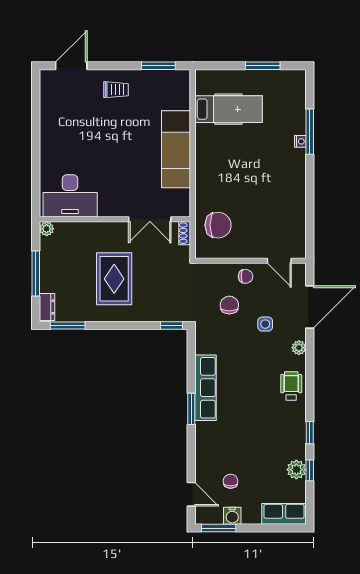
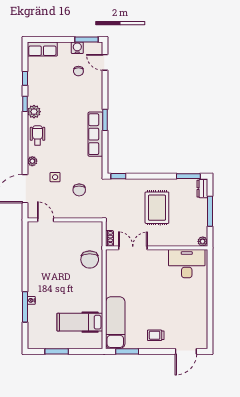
exam couch: (176, 149) -> (115, 323), moved
chair: (218, 225) -> (90, 260), moved, turned -90
chair: (246, 276) -> (68, 209), removed
wheelchair: (291, 386) -> (38, 135), turned 180
plant: (296, 470) -> (34, 112), moved

